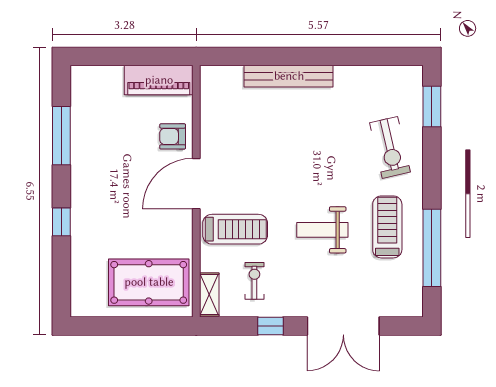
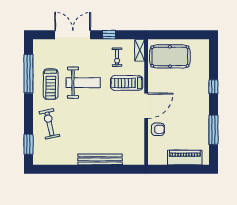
piano: (159, 80) -> (185, 157), moved
weight bench: (322, 230) -> (83, 83), width x1.36, depth x1.33

